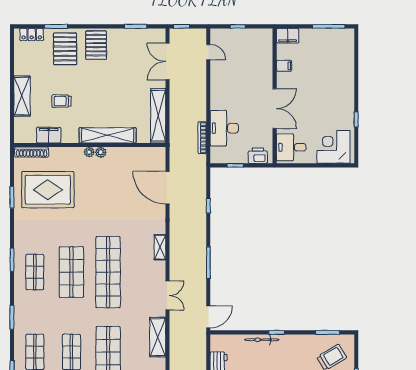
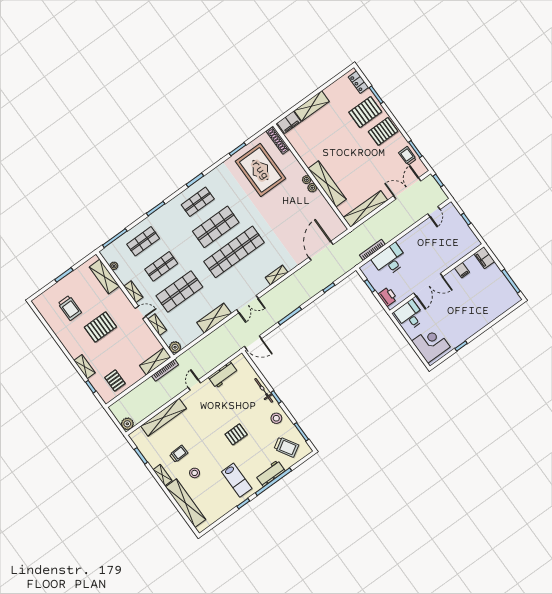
trolley: (61, 101) -> (407, 156), moved
filing cabinet: (49, 135) -> (289, 122), moved, turned 90
stool: (297, 347) -> (276, 418), added

